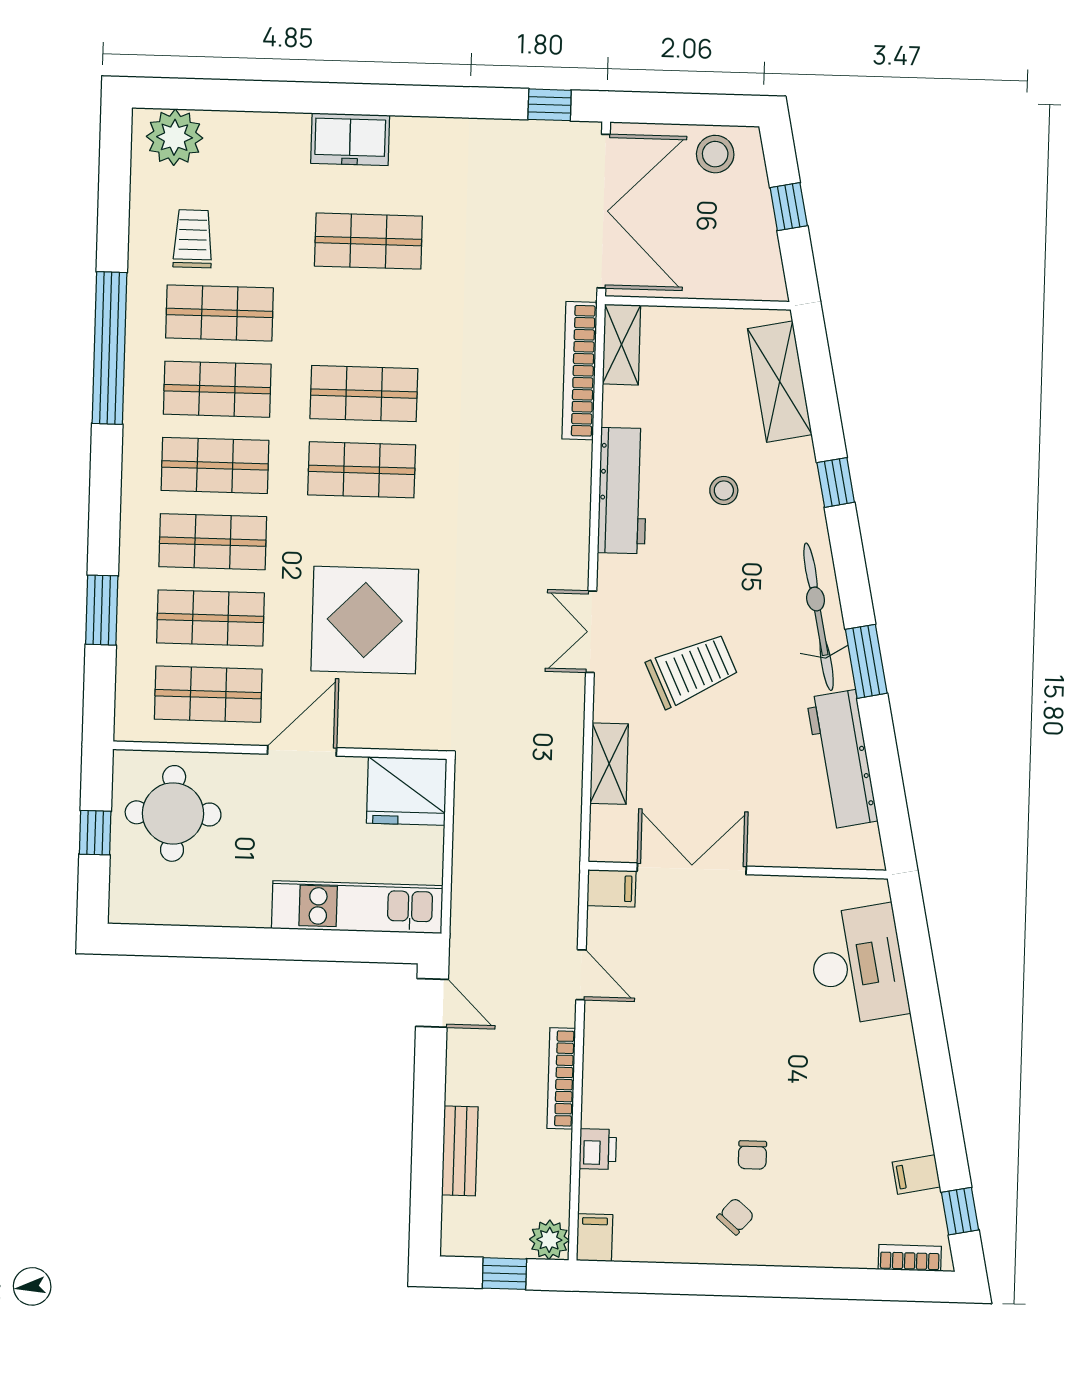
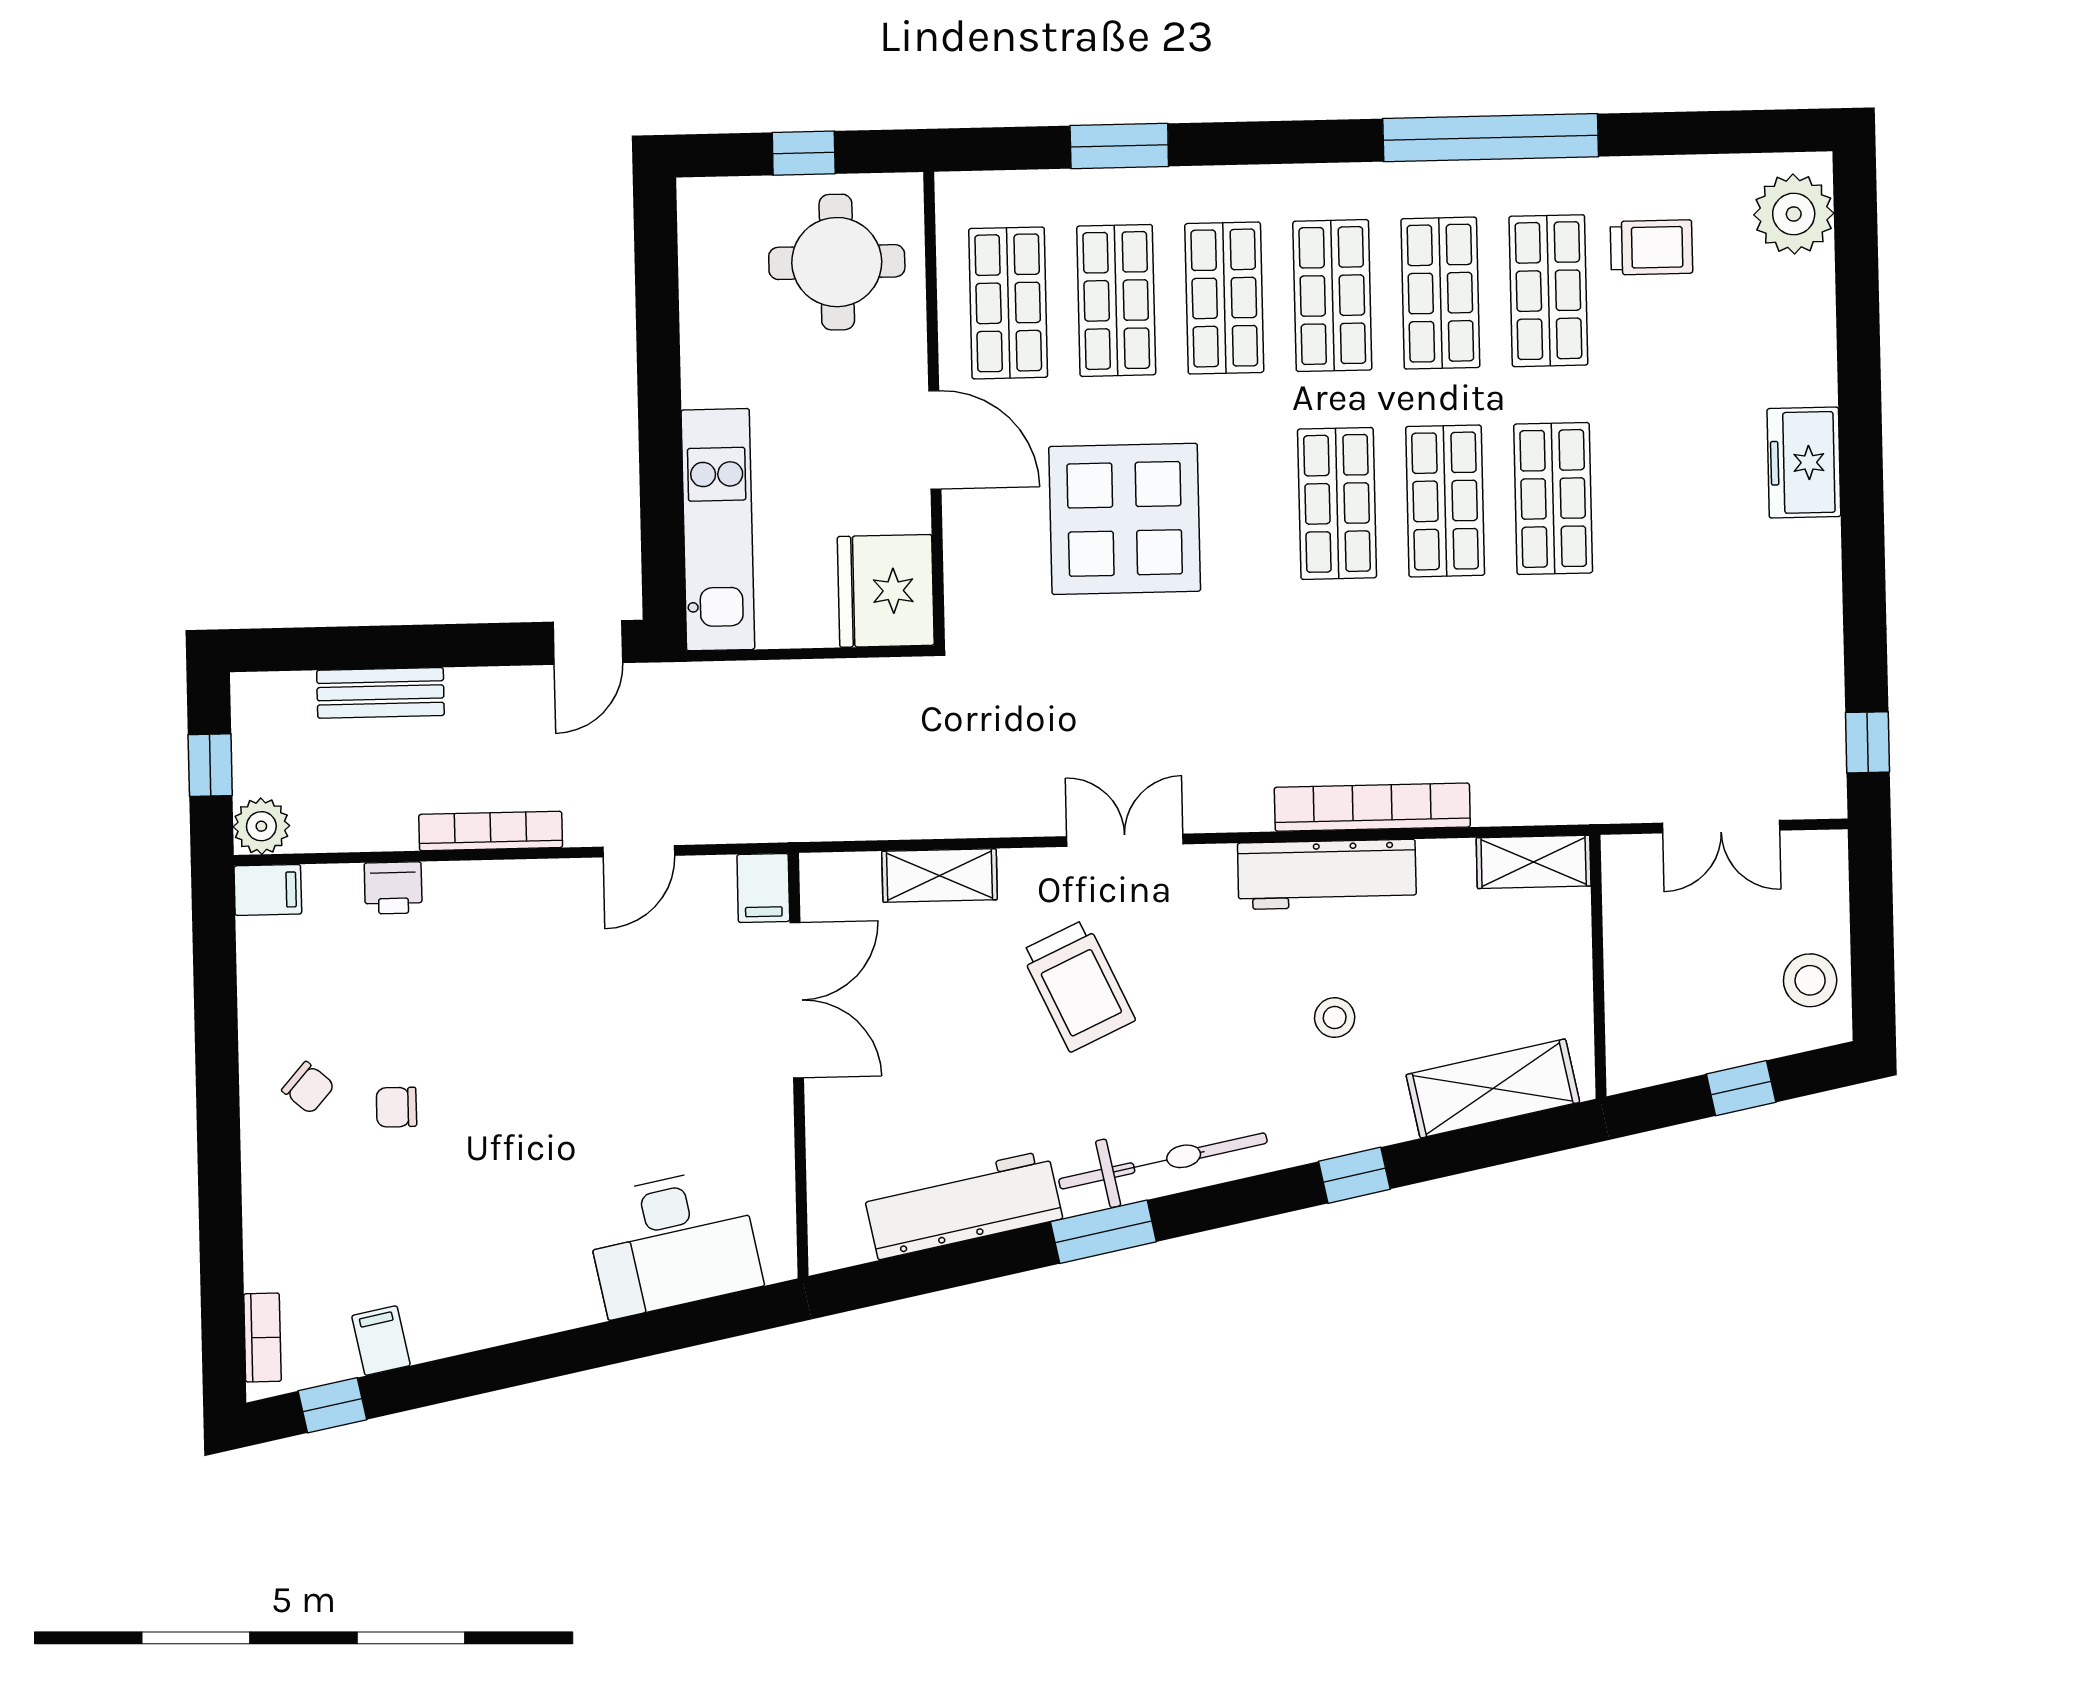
double door: (604, 211) -> (1721, 827), width x0.54
shop shelf: (368, 241) -> (1553, 498), moved
bookcase: (579, 371) -> (1372, 807), moved

